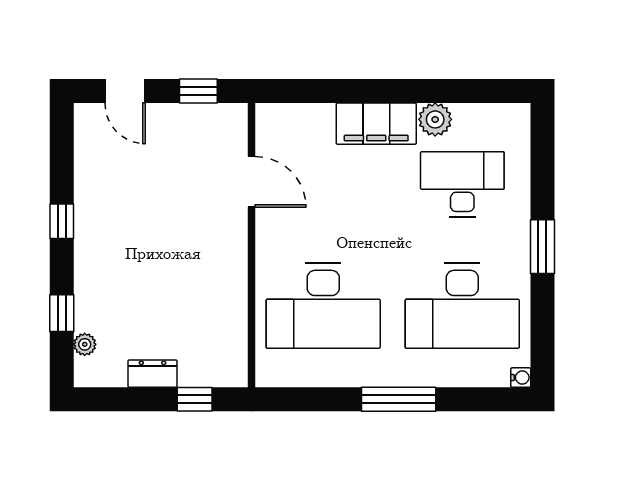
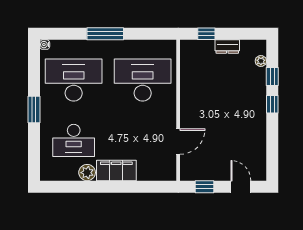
door: (251, 182) -> (178, 142), swing flipped
window: (62, 221) -> (272, 104), moved

